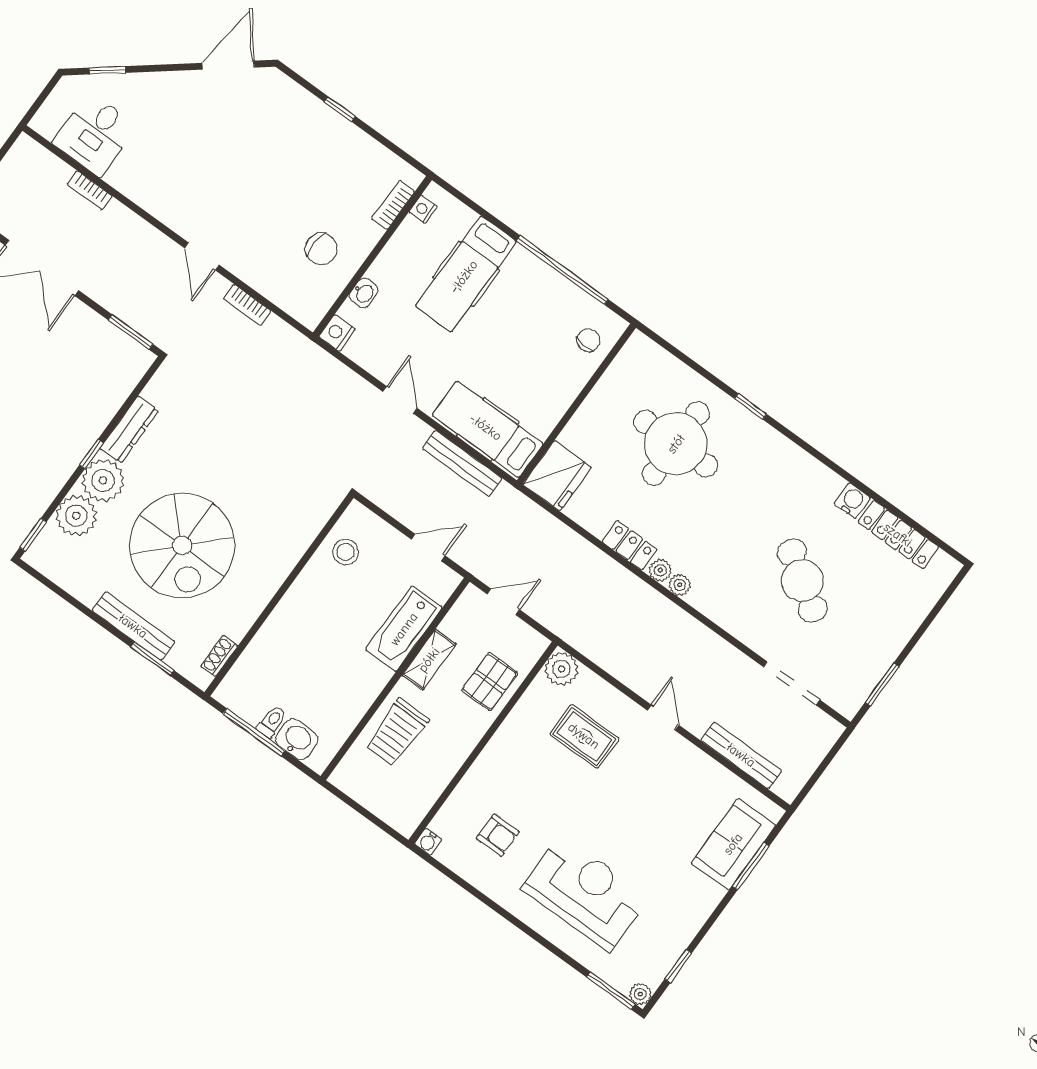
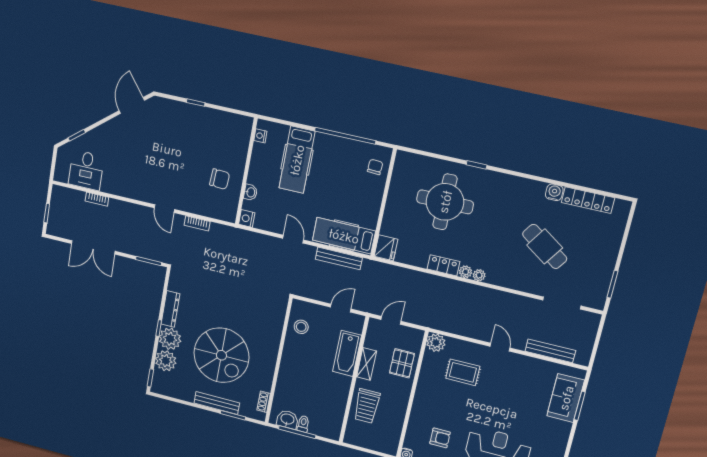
bookcase: (393, 205) -> (245, 140), removed
fridge: (557, 476) -> (386, 248), width x0.73, depth x0.75
washbasin: (297, 739) -> (287, 419), moved

